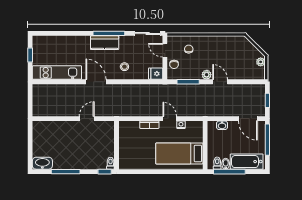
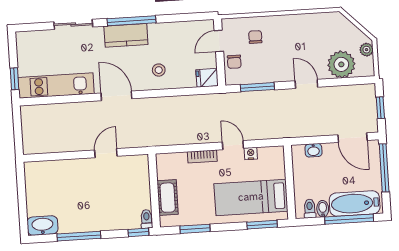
sliding door: (148, 33) -> (73, 24), moved
door: (165, 50) -> (219, 41), hinge flipped
window: (30, 55) -> (15, 79), moved
plant: (207, 75) -> (341, 64), moved, width x1.88, depth x1.88
cot: (125, 150) -> (168, 198), added
window: (142, 172) -> (195, 229), added
window: (186, 172) -> (262, 225), added
window: (229, 172) -> (349, 219), moved

